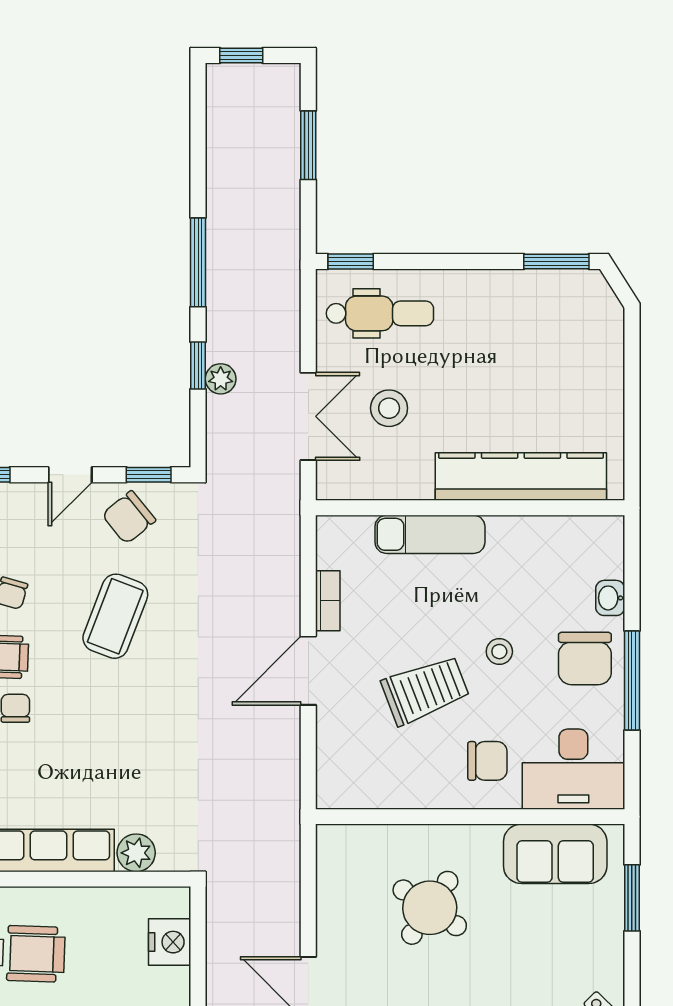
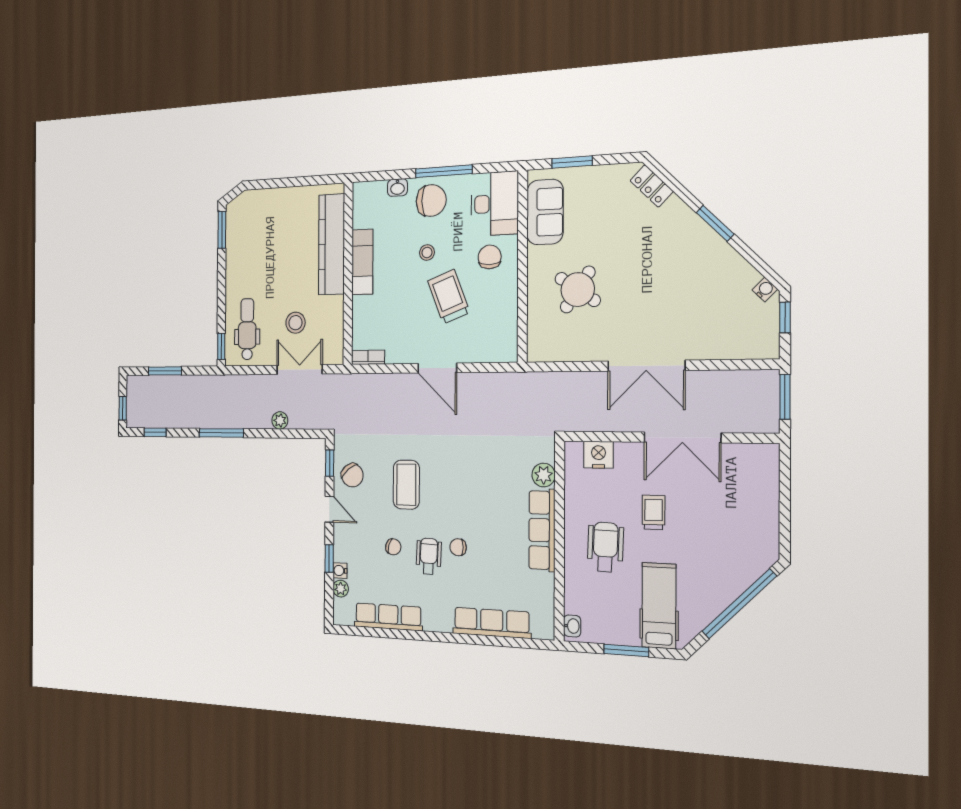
window: (198, 365) -> (155, 432), moved
exam couch: (430, 534) -> (362, 262), moved
bookcase: (328, 601) -> (368, 357), moved
coffee table: (115, 616) -> (406, 485), turned 69

